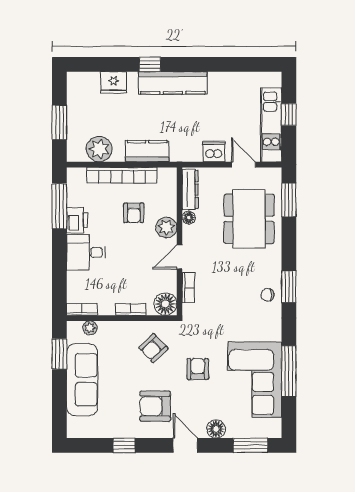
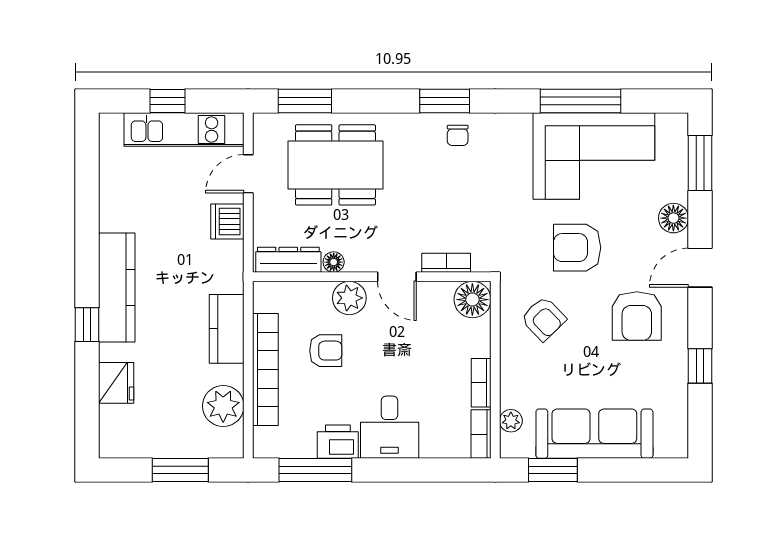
bookcase: (131, 309) -> (481, 383), moved
armchair: (198, 369) -> (577, 248), width x1.38, depth x1.38

